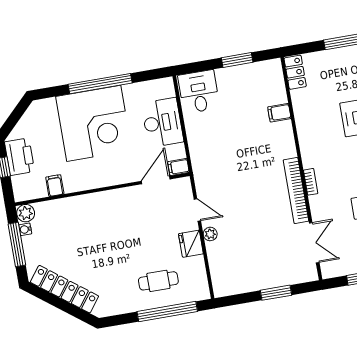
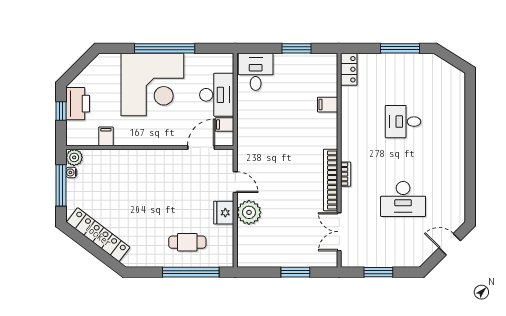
filing cabinet: (178, 167) -> (224, 125), moved
plant: (210, 234) -> (249, 212), width x1.87, depth x1.87
double door: (314, 243) -> (339, 232), swing flipped

